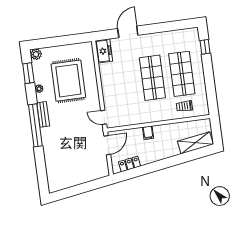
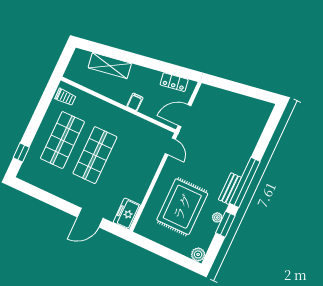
window: (28, 73) -> (225, 224), moved
trolley: (184, 106) -> (65, 97), moved
shelving: (195, 143) -> (110, 66), moved

